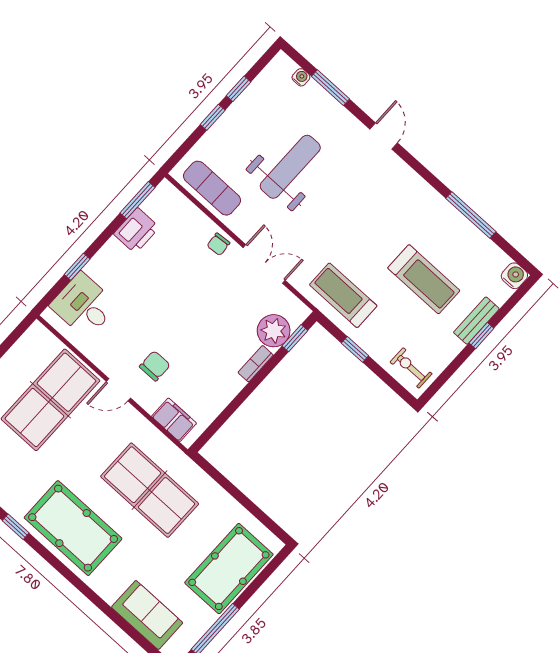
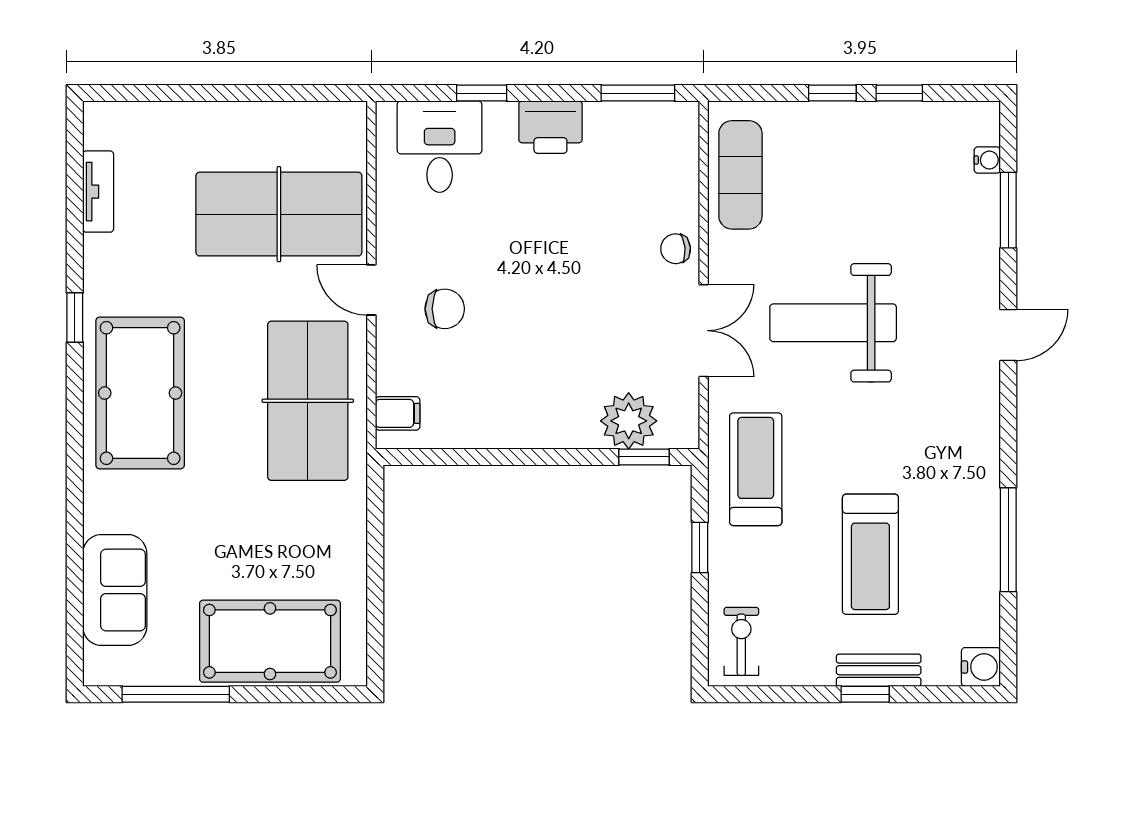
weight bench: (290, 167) -> (833, 323), moved, turned 180
printer: (136, 231) -> (550, 127), moved
bookcase: (256, 364) -> (565, 436), removed
filing cabinet: (174, 420) -> (398, 413), width x0.50
table tennis table: (150, 490) -> (308, 401), moved

